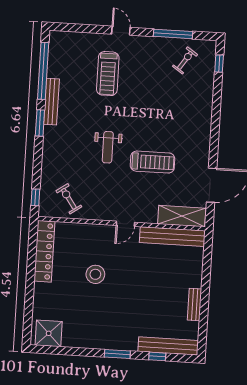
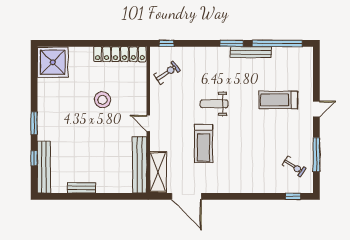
shower: (49, 333) -> (53, 62), width x1.37, depth x1.37

